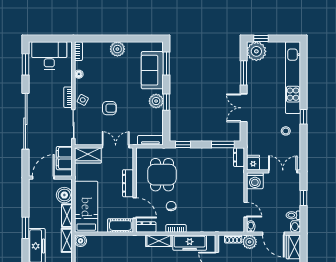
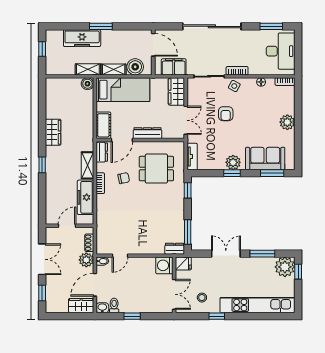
fridge: (253, 163) -> (183, 264), moved
wall: (274, 171) -> (174, 285), moved
double door: (283, 171) -> (174, 294), moved
washing machine: (255, 181) -> (164, 265), moved

